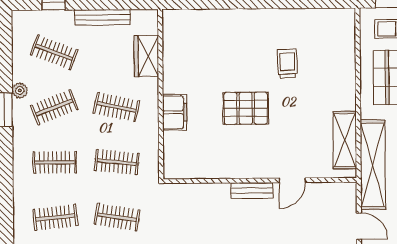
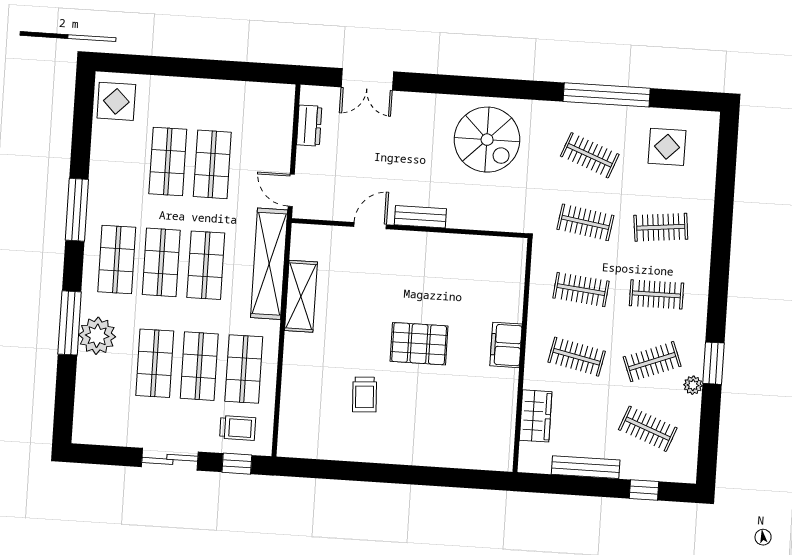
door: (292, 180) -> (370, 226), moved
wall: (260, 181) -> (410, 228), moved
bench: (252, 190) -> (420, 217), moved

